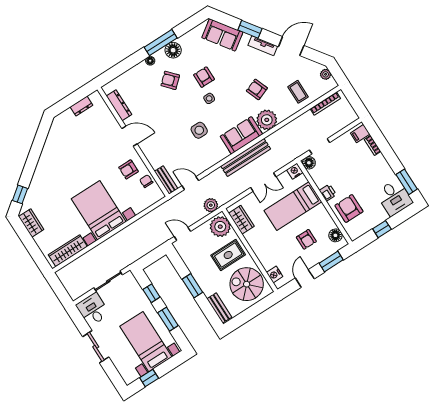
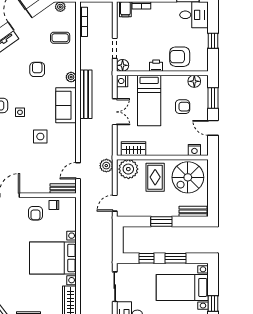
armchair: (257, 89) -> (37, 69), turned 111
plant: (267, 120) -> (71, 77), width x0.53, depth x0.53
bench: (246, 157) -> (86, 94), moved

